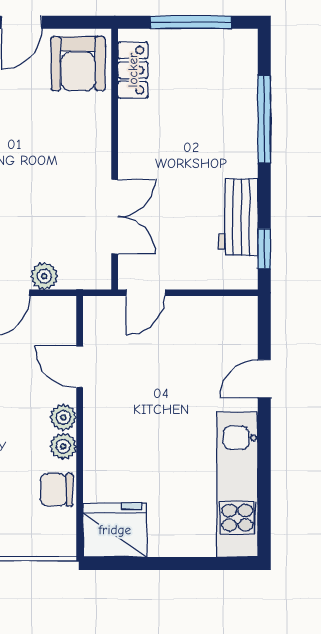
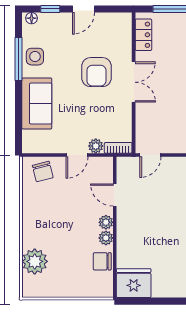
armchair: (78, 64) -> (96, 72), moved
double door: (115, 217) -> (134, 82), moved
bookcase: (86, 279) -> (118, 148), added

